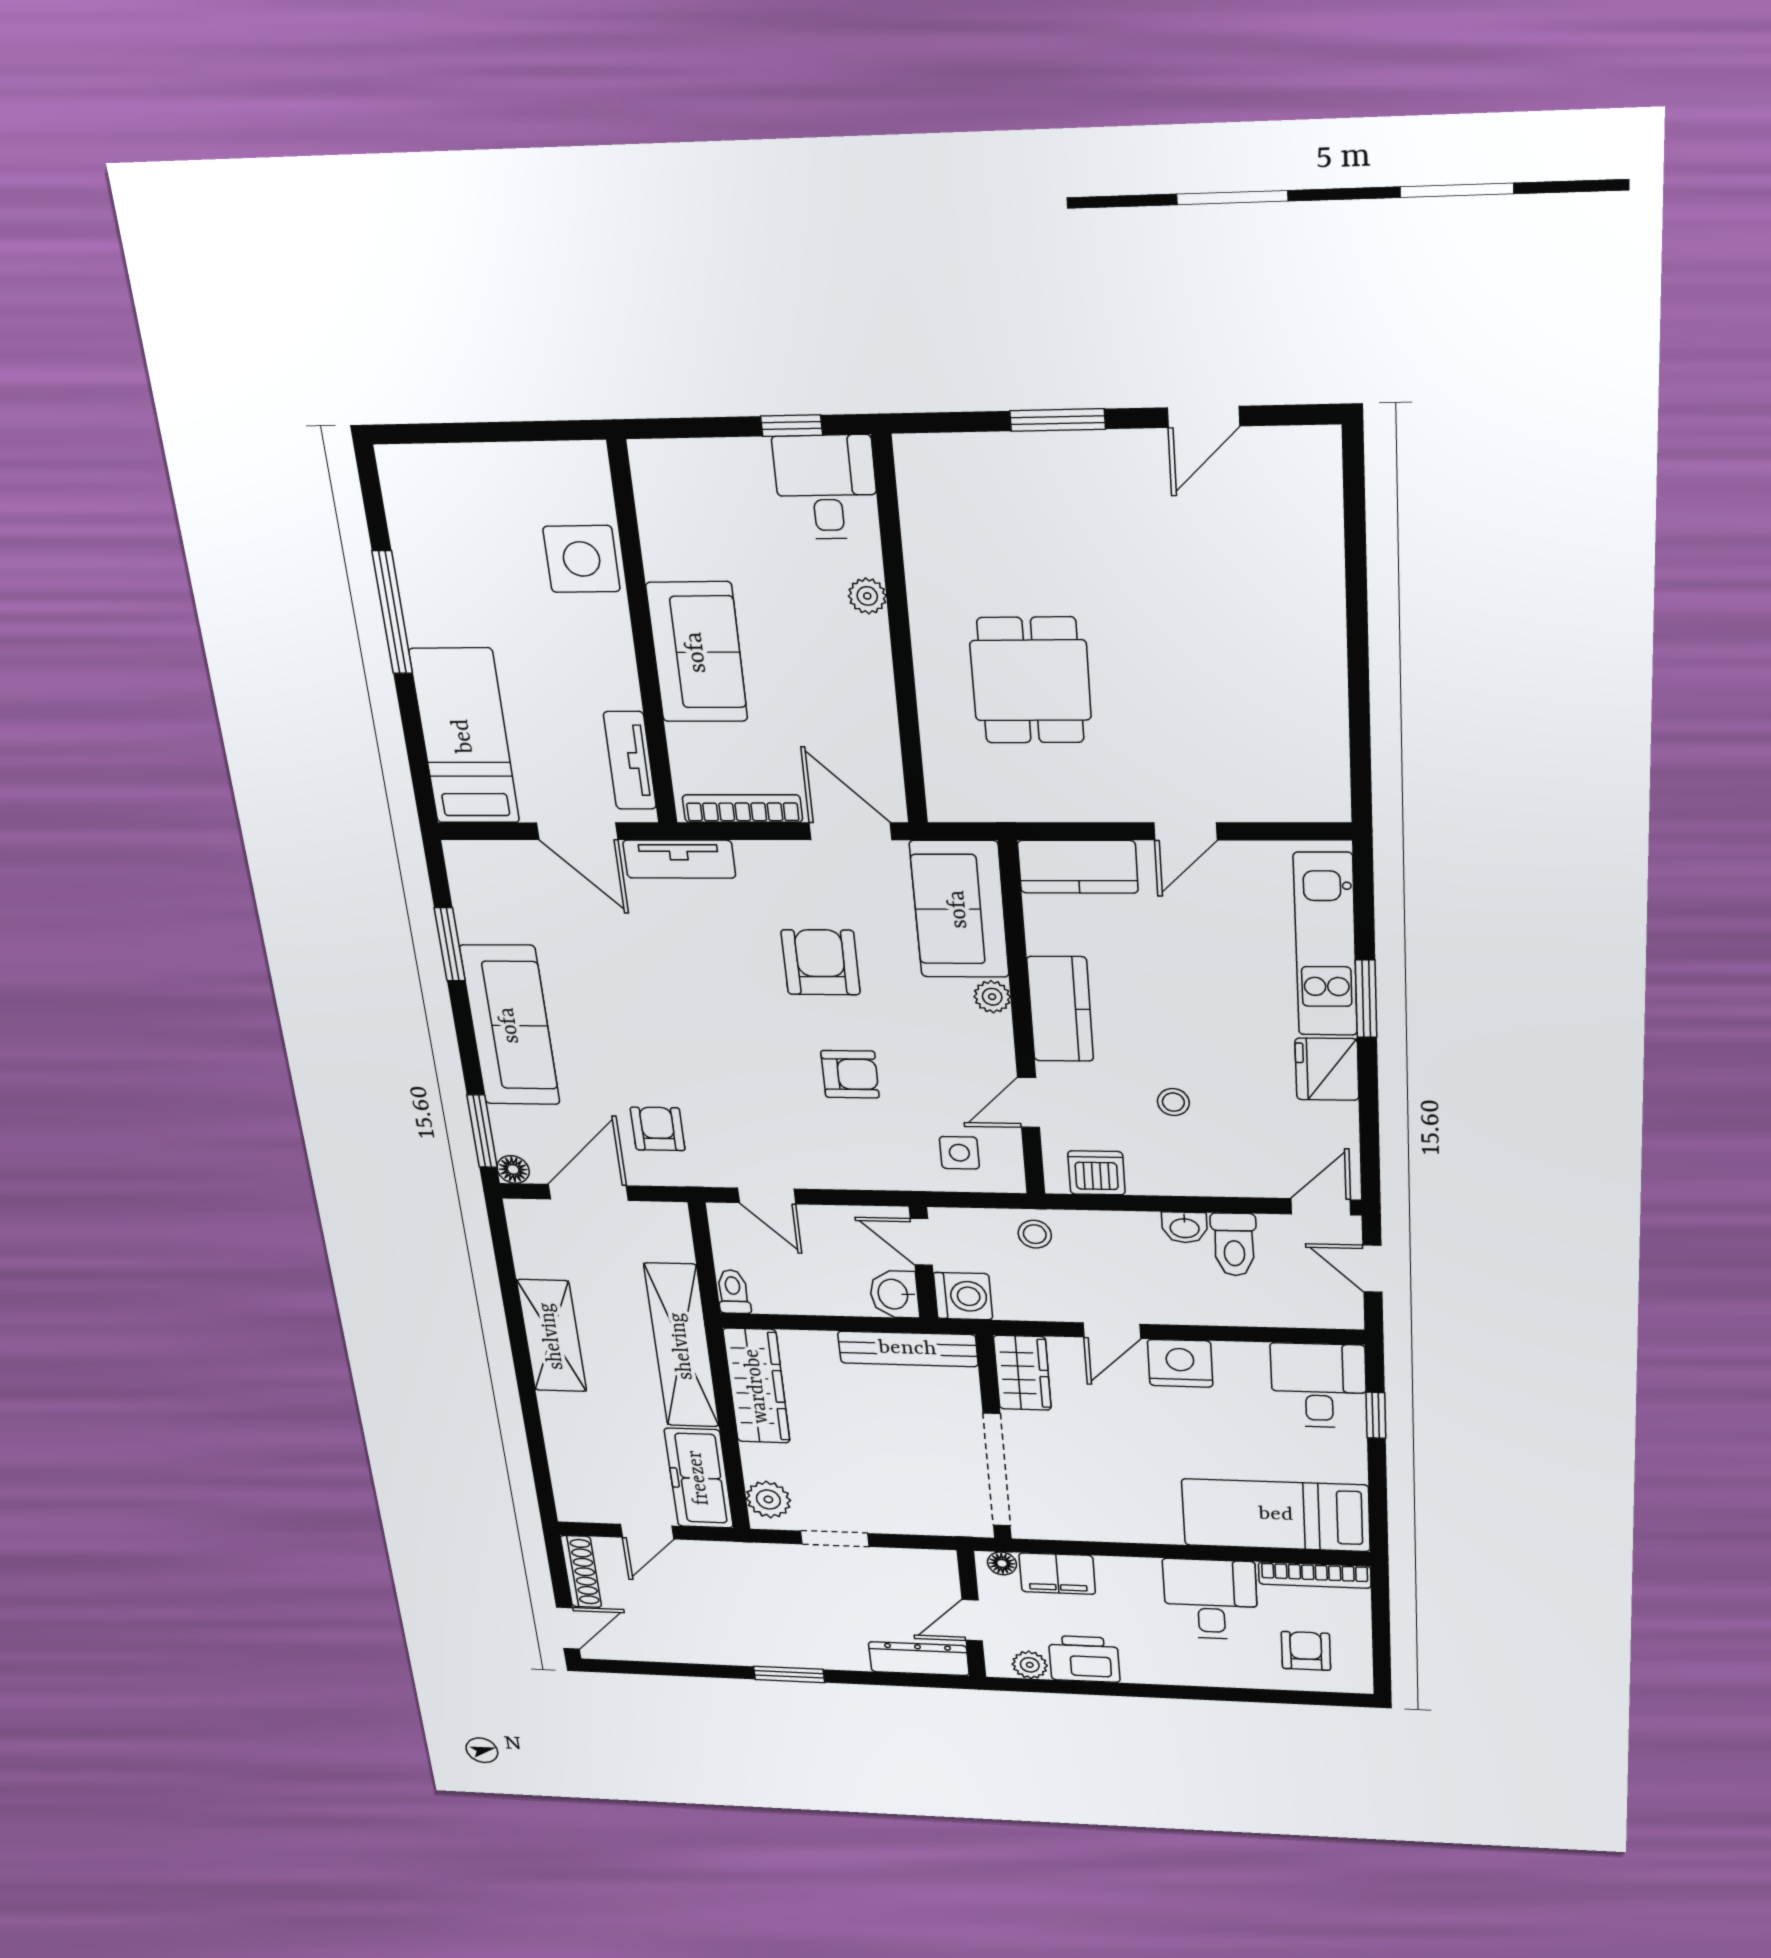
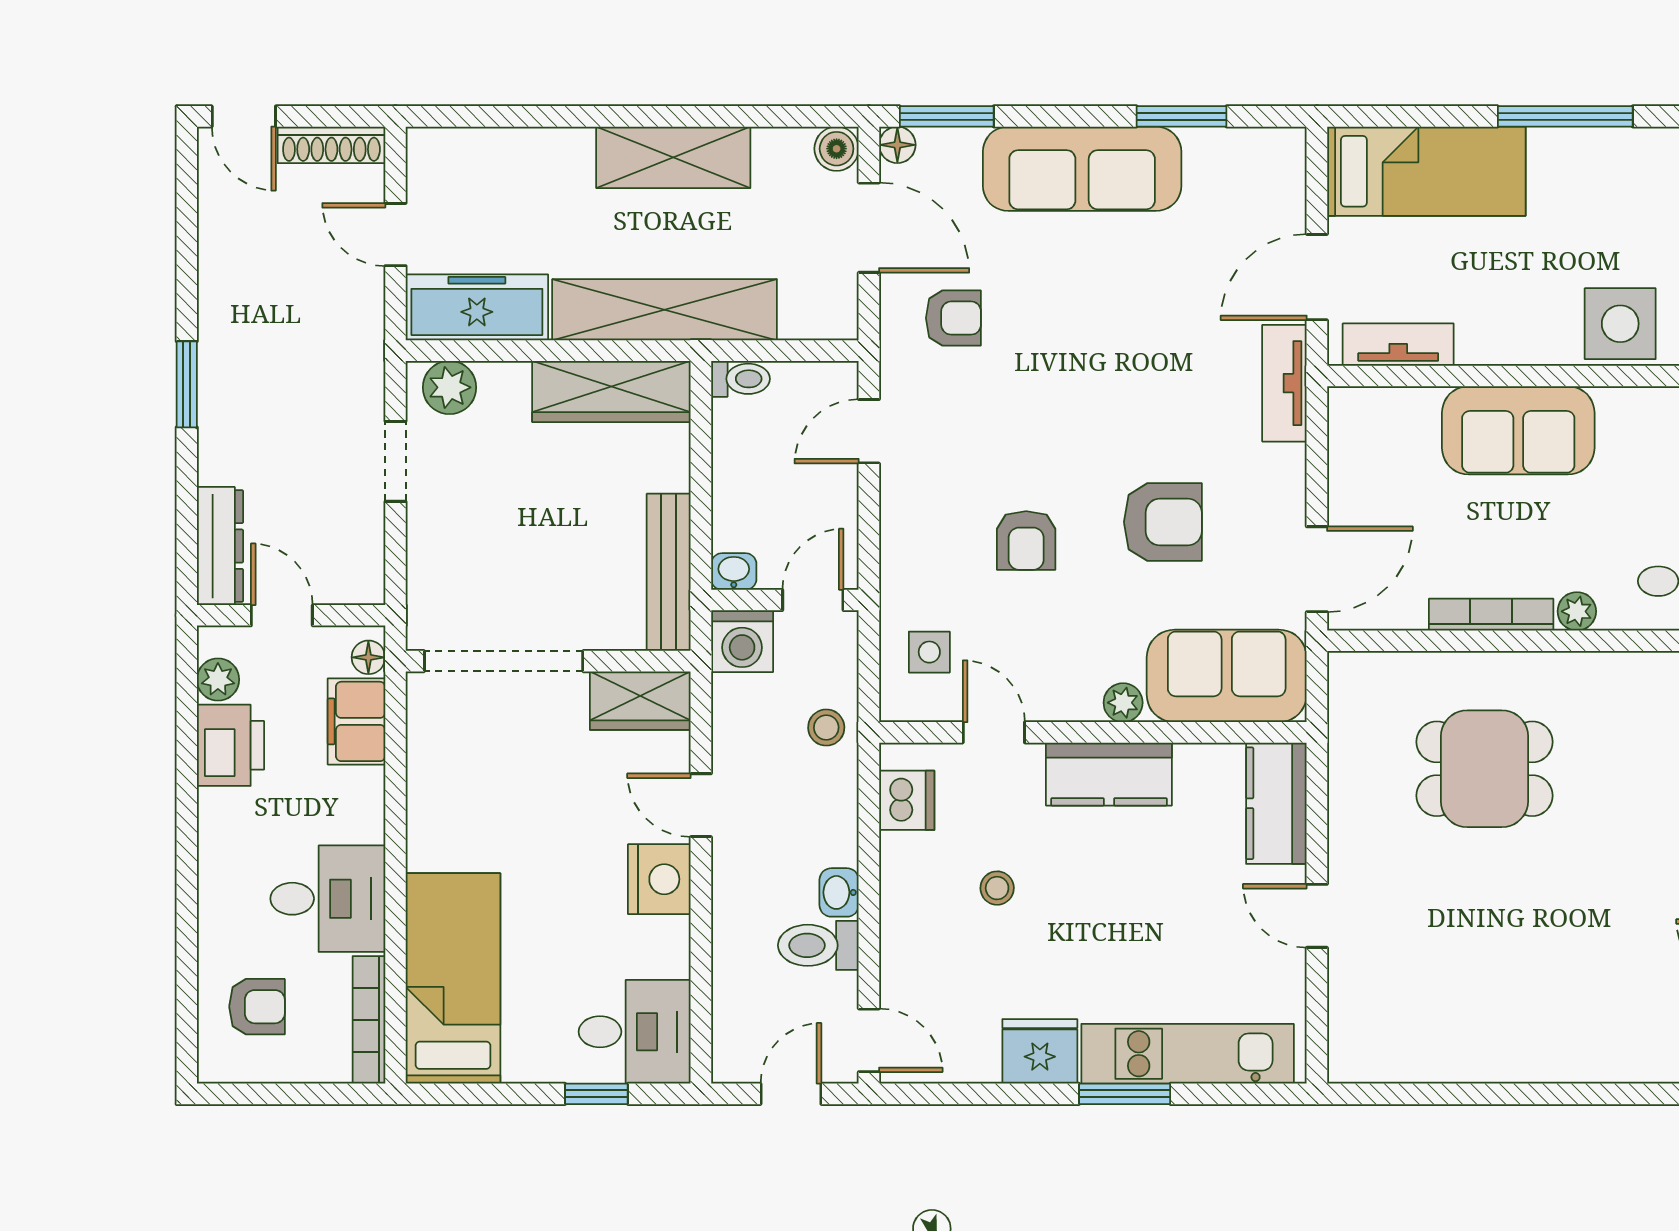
bookcase: (742, 809) -> (1491, 615), moved, turned -90
boiler: (524, 1216) -> (837, 149), added
washbasin: (894, 1294) -> (734, 572), width x0.72, depth x0.69

